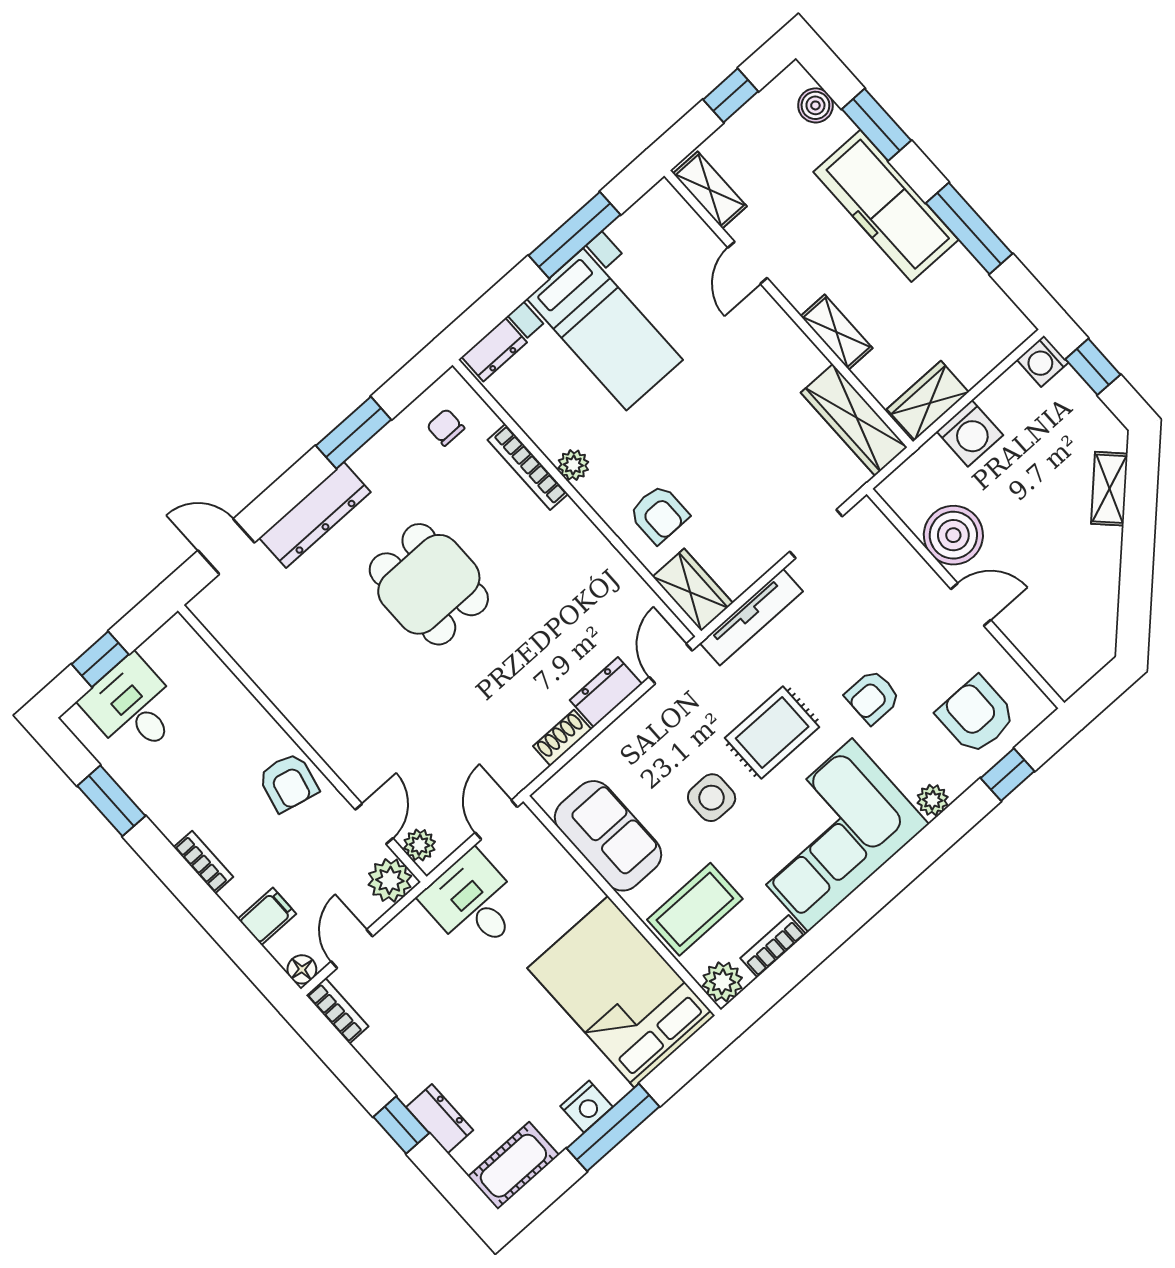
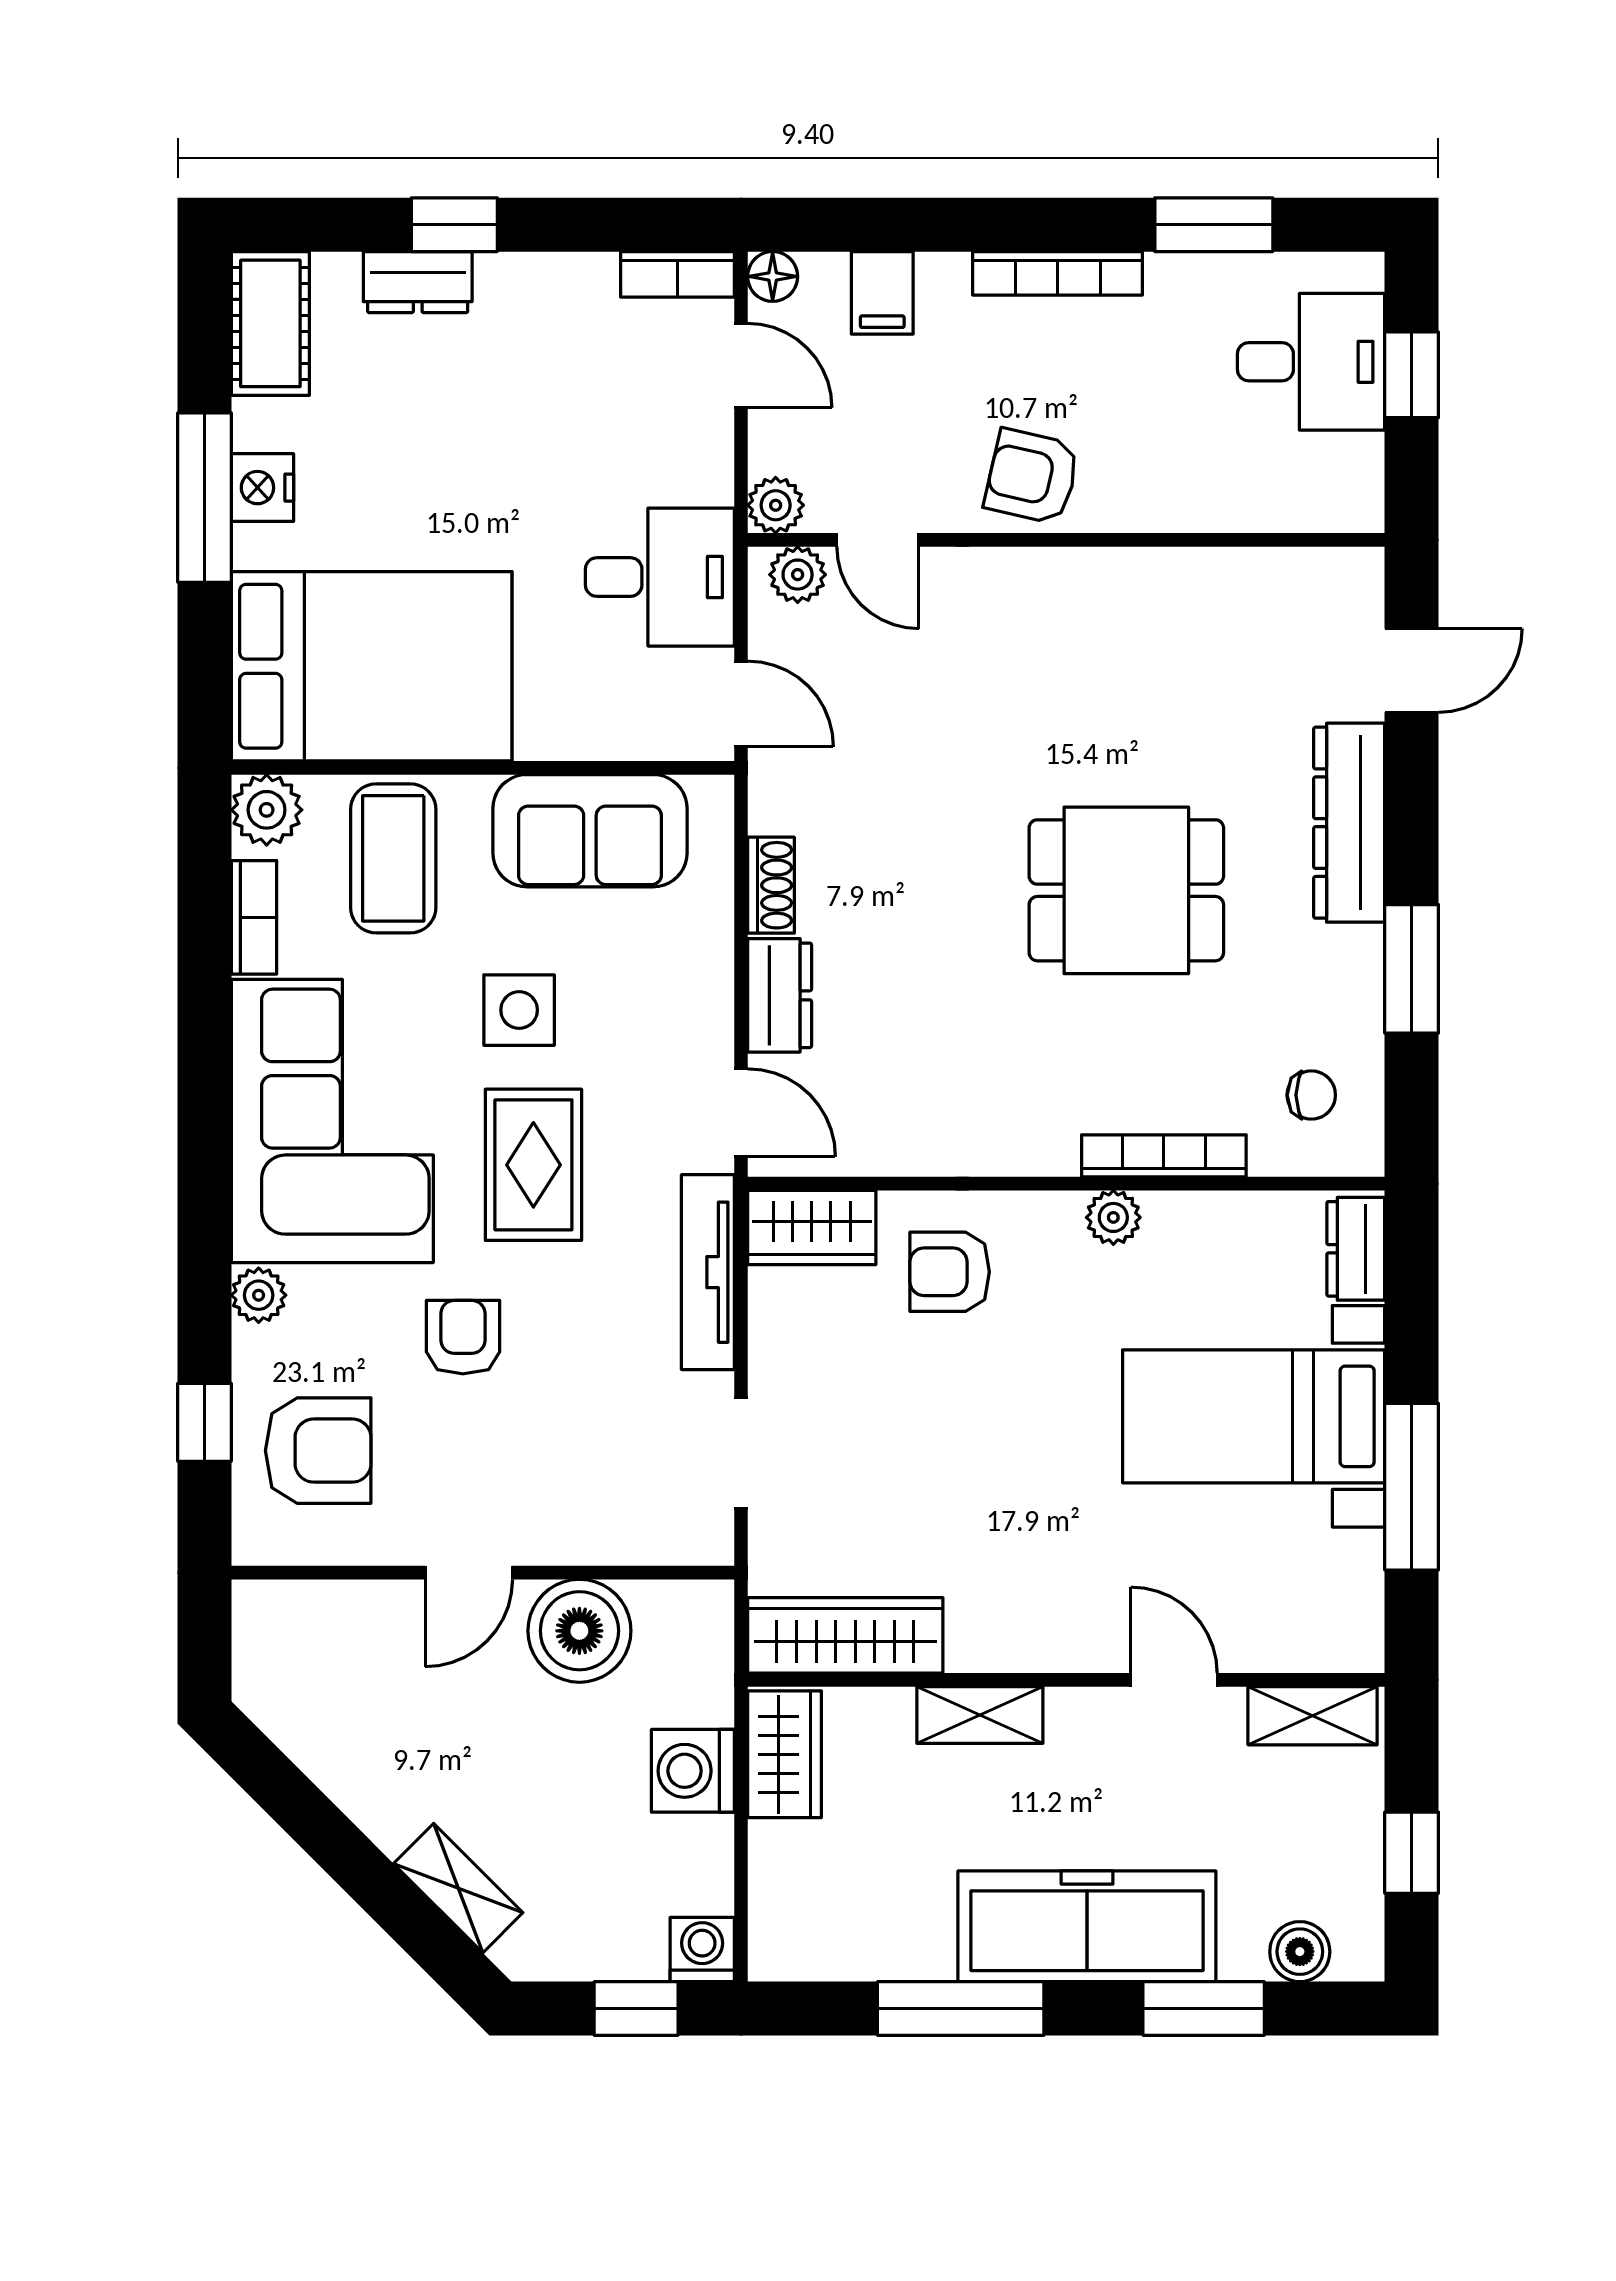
bookcase: (203, 862) -> (1058, 273), width x1.56
plant: (390, 880) -> (776, 505), width x0.73, depth x0.73

